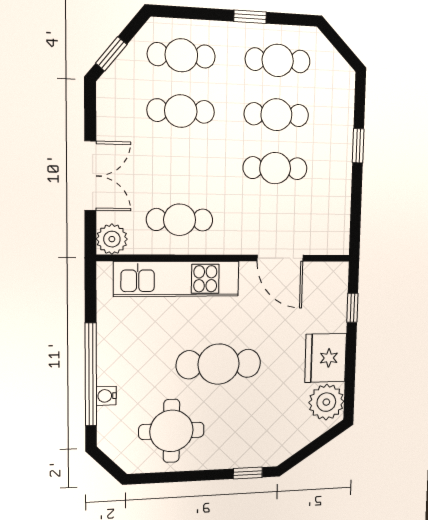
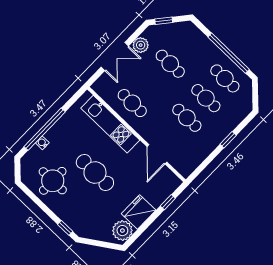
window: (250, 17) -> (229, 53), width x3.17
cafe table: (181, 55) -> (189, 44), removed
plant: (112, 239) -> (141, 45), moved

